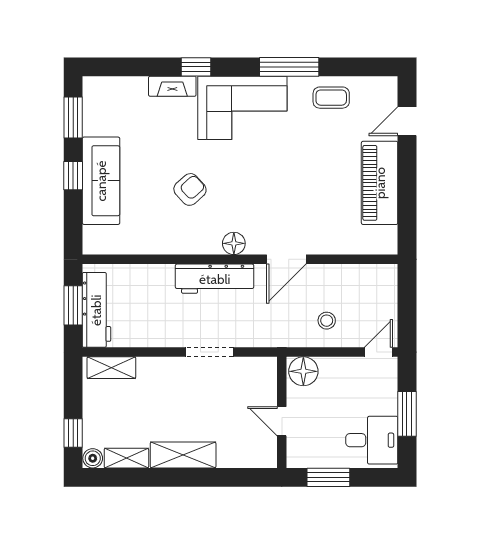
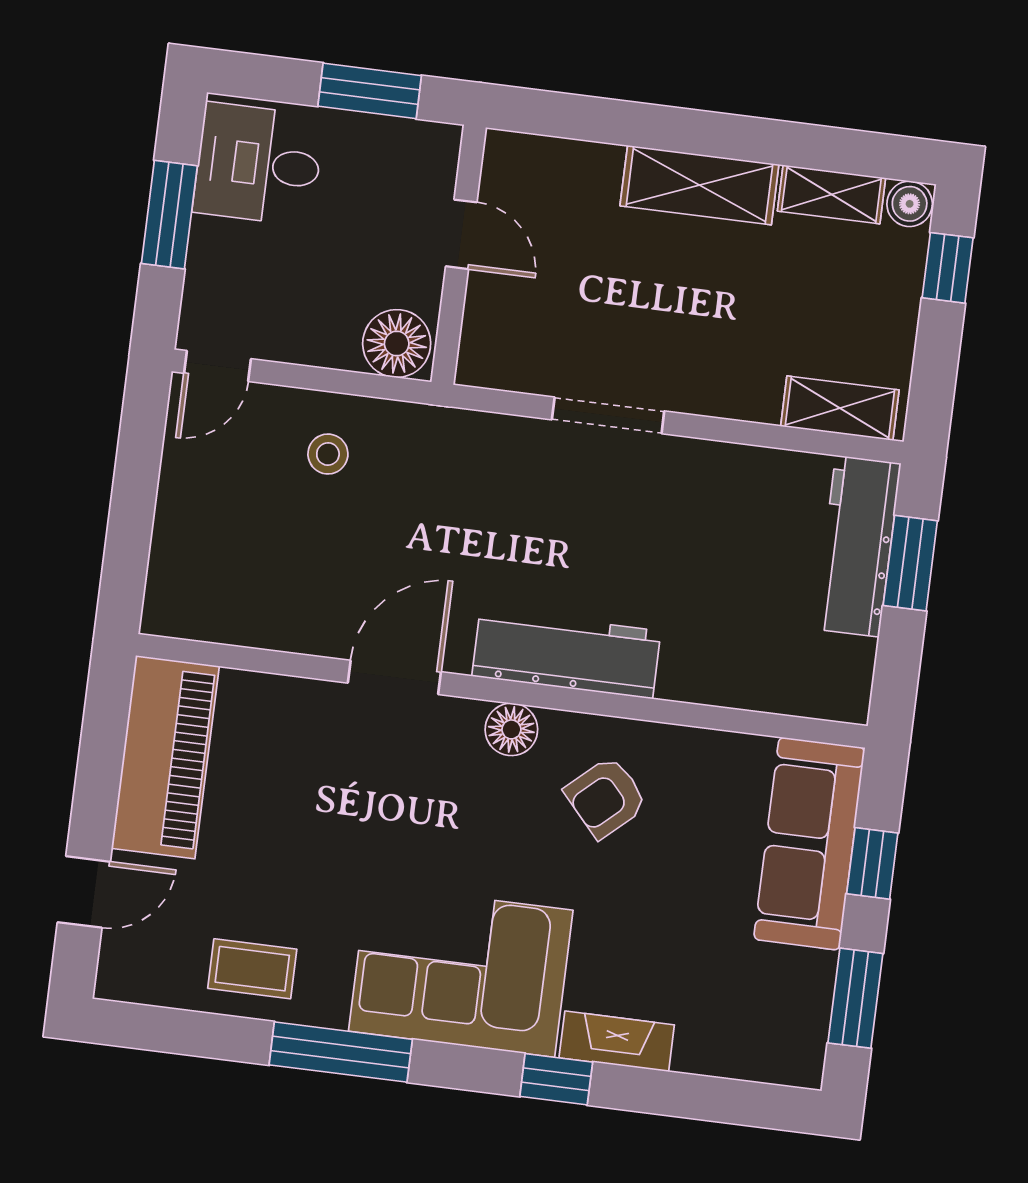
floor lamp: (234, 243) -> (511, 729), moved
wall: (240, 259) -> (502, 691), moved
door: (286, 259) -> (394, 677), moved
workbench: (215, 279) -> (566, 654), moved

